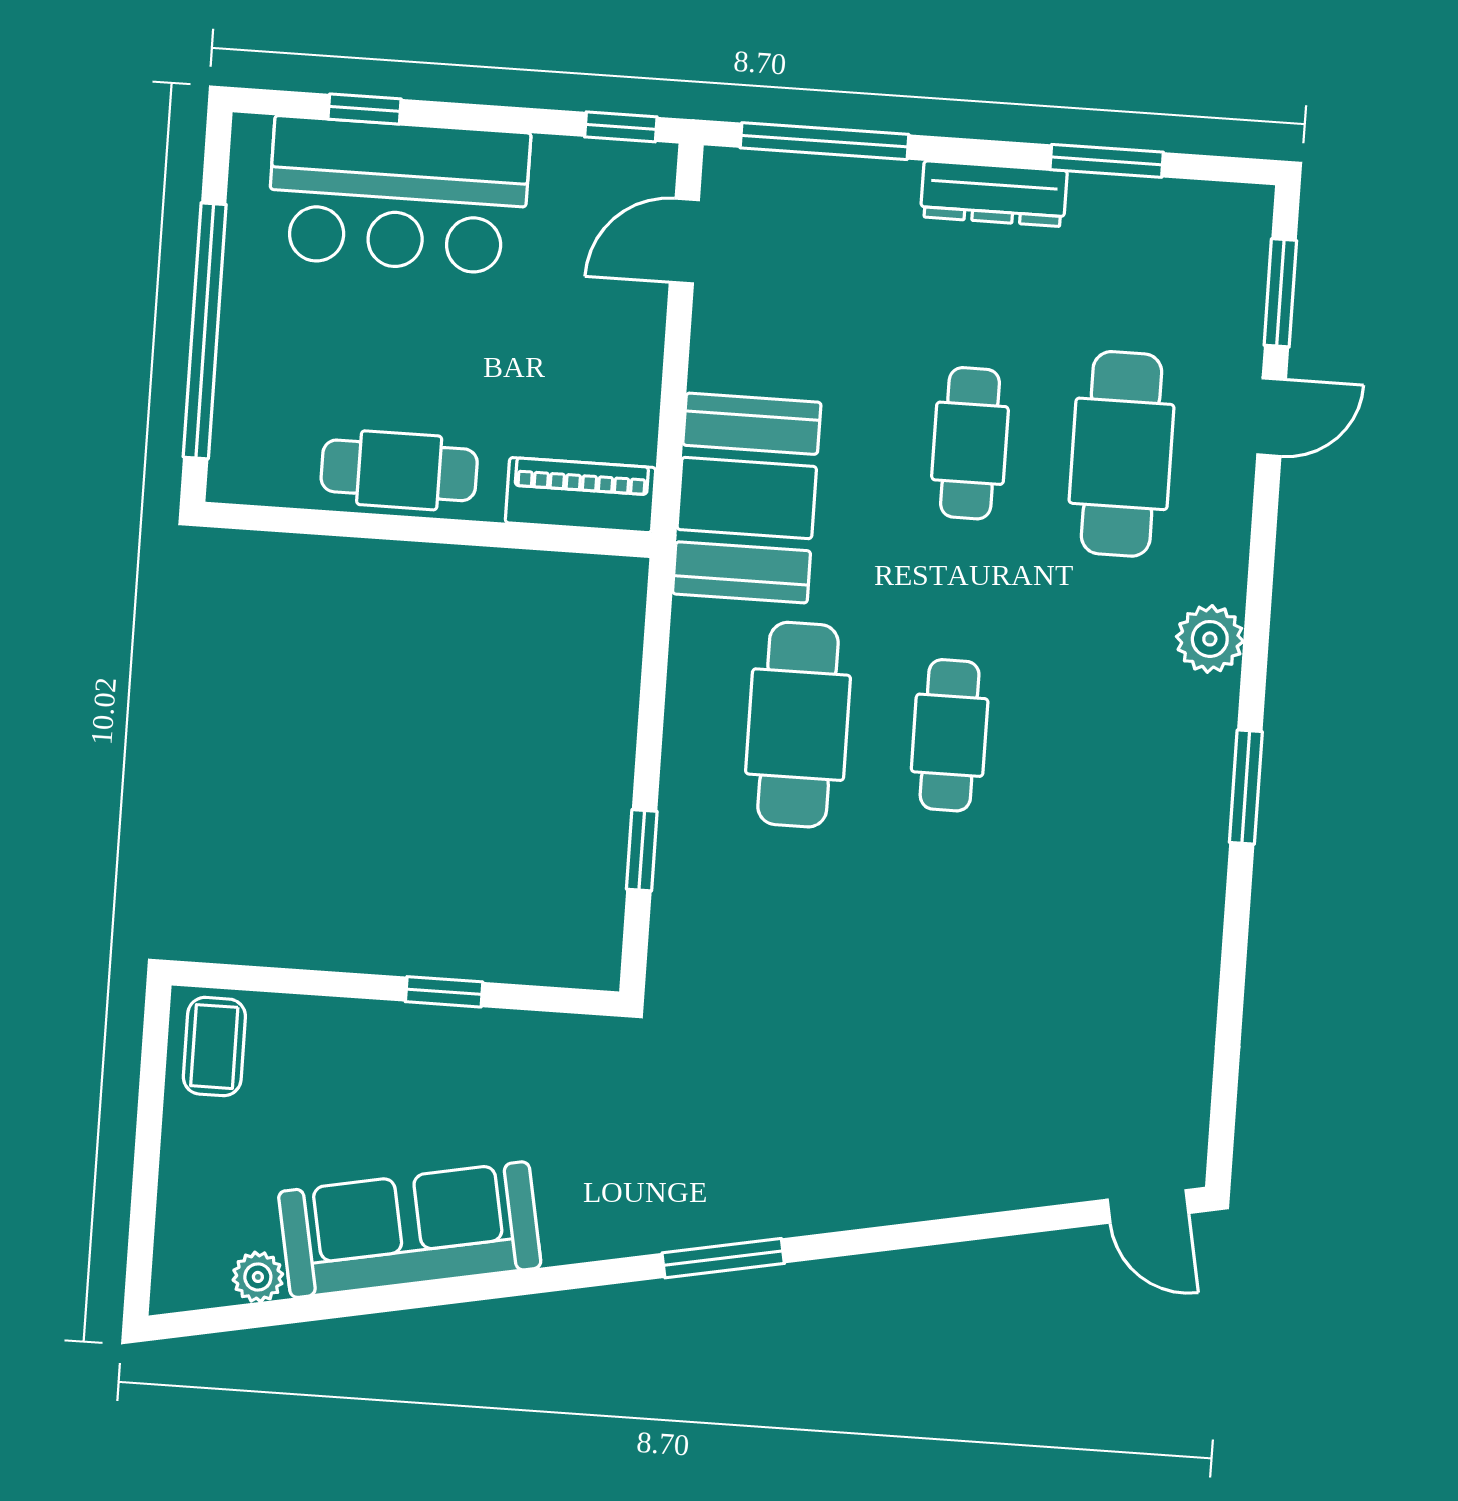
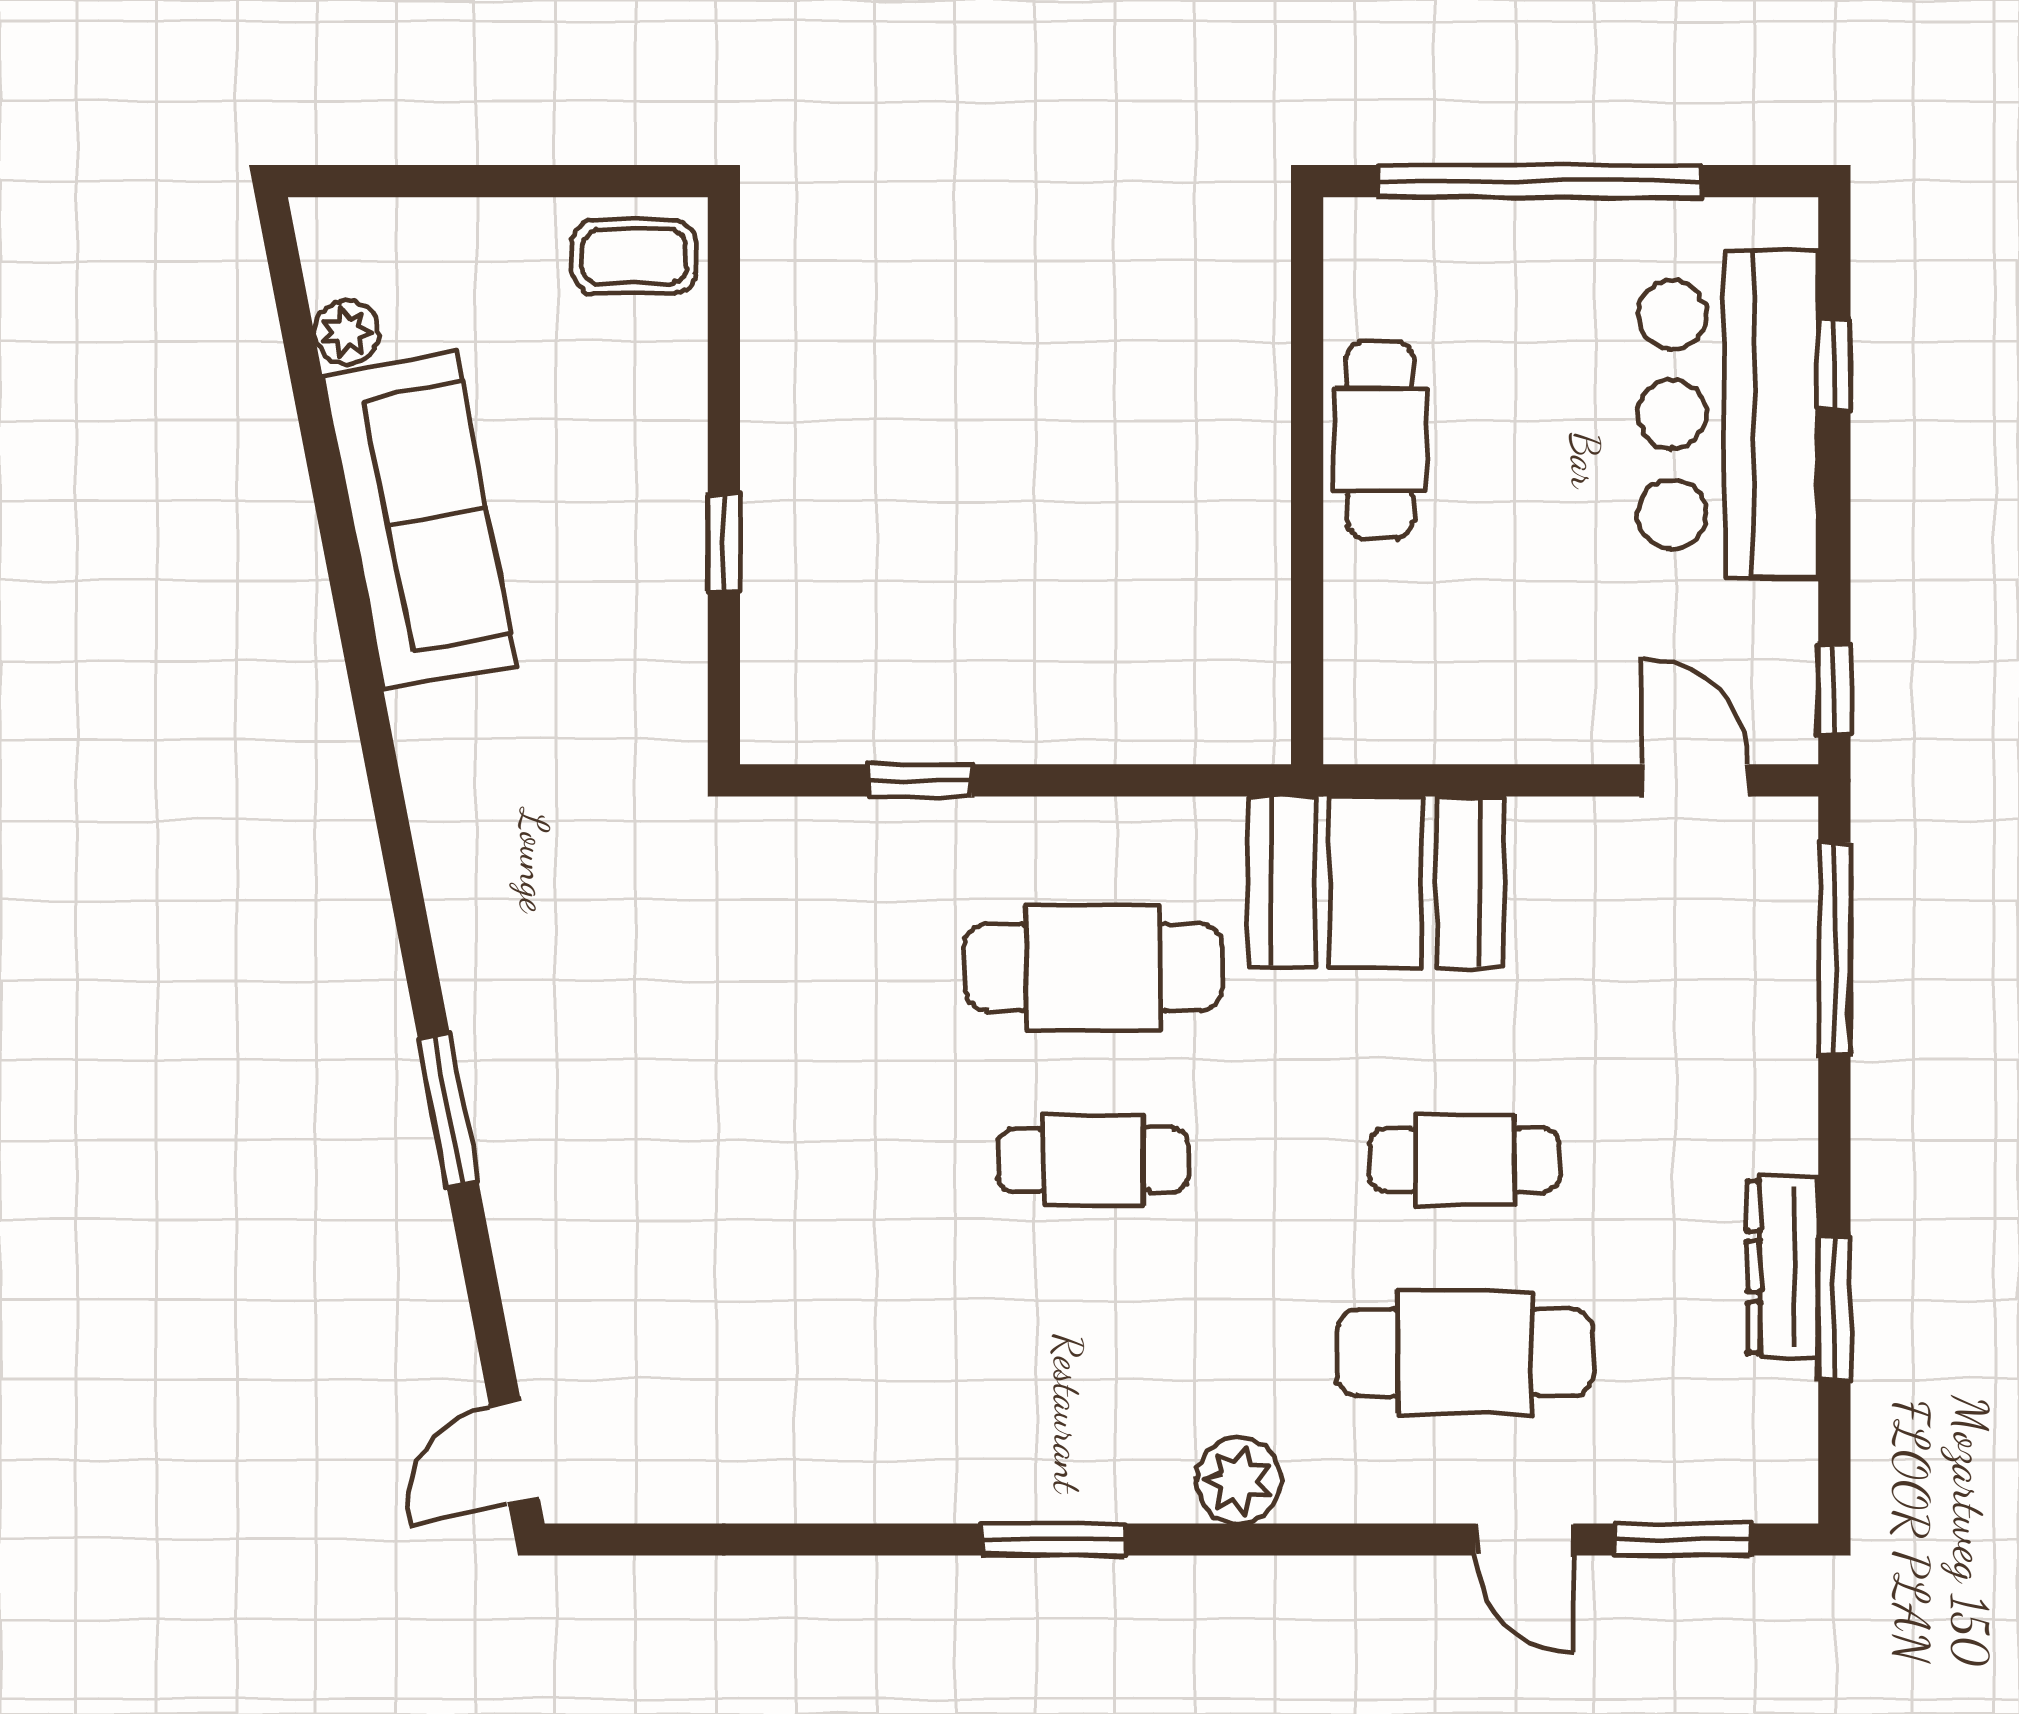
dresser: (994, 194) -> (1783, 1267), moved
piano: (581, 495) -> (1365, 672), removed
window: (723, 1258) -> (448, 1111), moved

